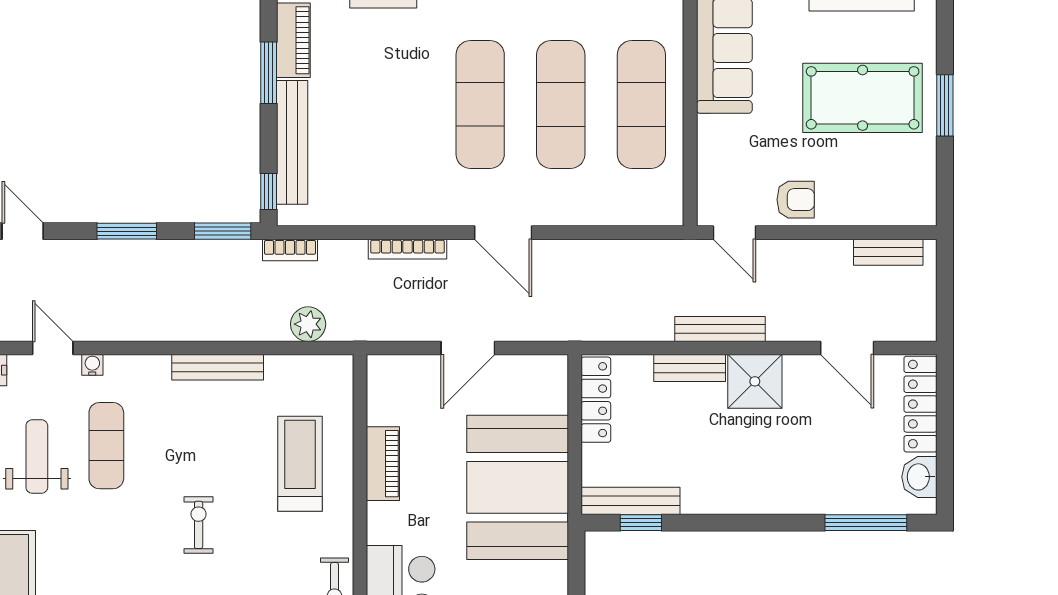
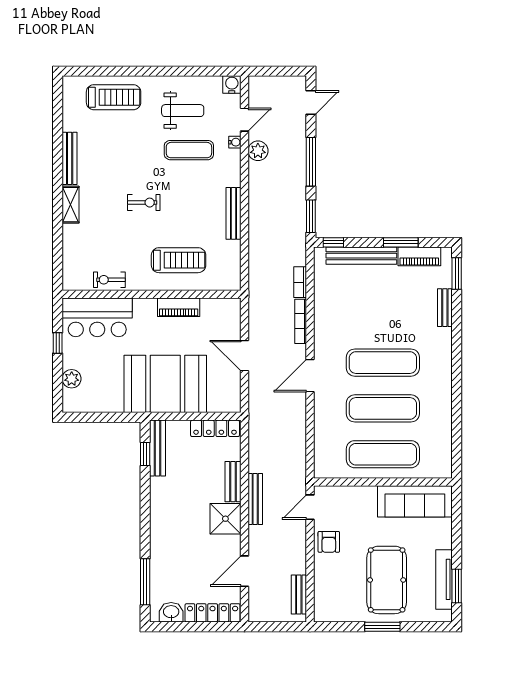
window: (127, 231) -> (311, 162), width x1.44
bookcase: (290, 250) -> (300, 282), moved
plant: (308, 324) -> (258, 151), moved

